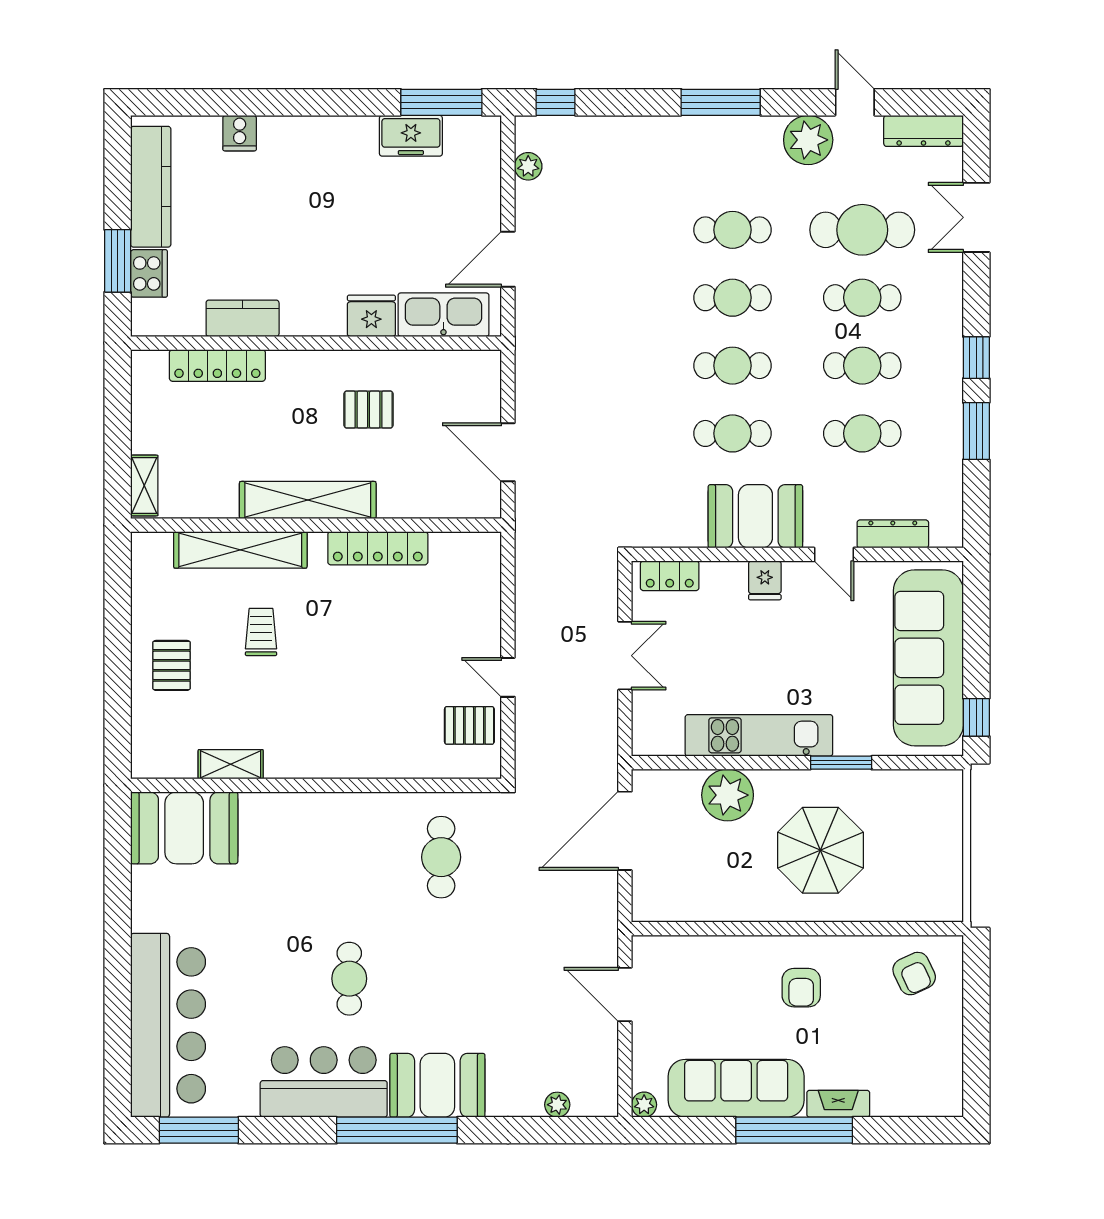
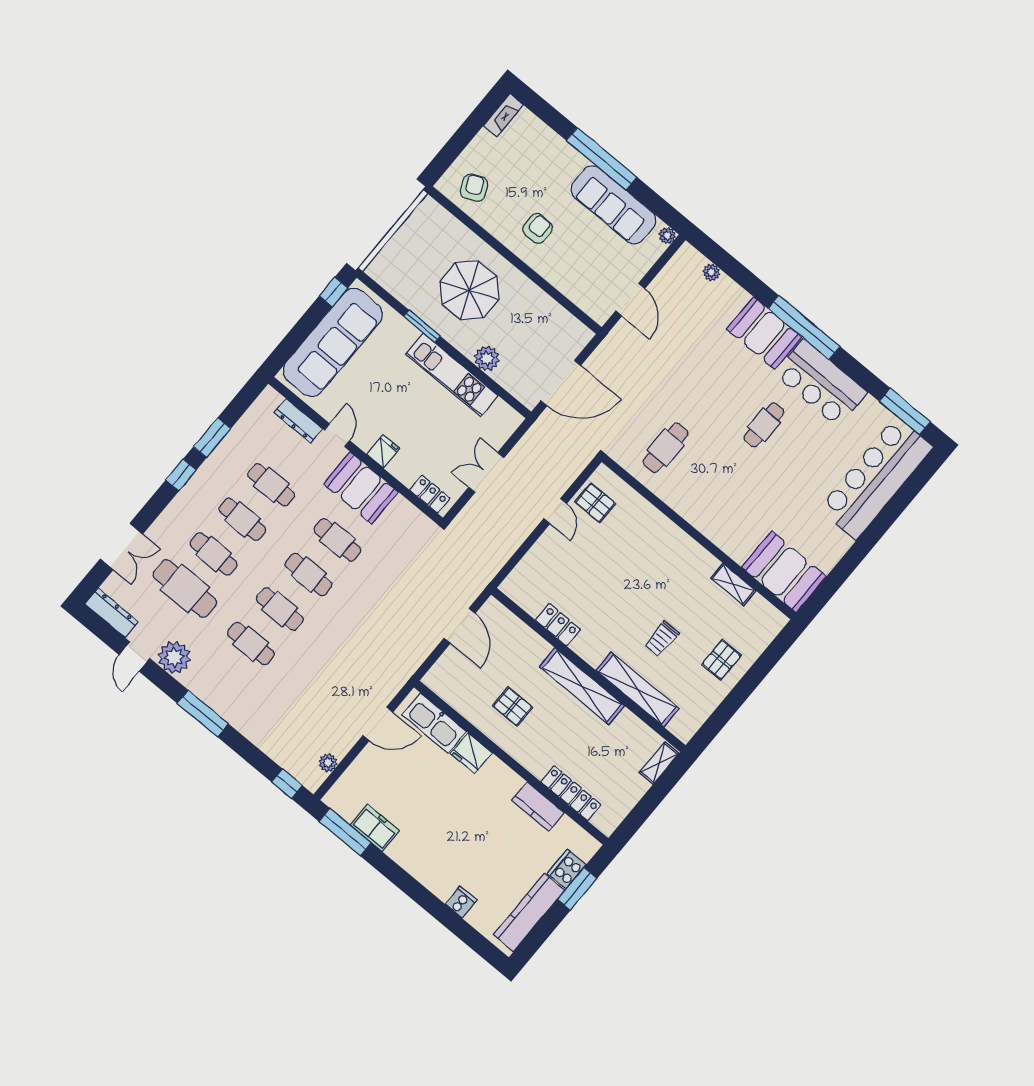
locker: (378, 548) -> (558, 625), width x0.66
plant: (728, 795) -> (487, 358), width x0.73, depth x0.73
fireplace: (838, 1104) -> (503, 115), moved, turned -90

